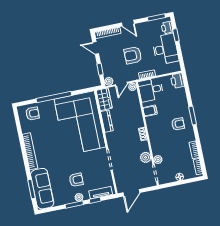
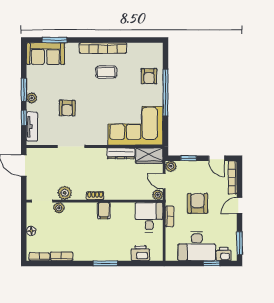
door: (96, 48) -> (217, 158), swing flipped
printer: (177, 81) -> (140, 253), moved
filing cabinet: (150, 111) -> (104, 211), moved
armchair: (32, 114) -> (149, 76), moved
corner sofa: (80, 123) -> (135, 126), width x0.73, depth x0.74
armchair: (178, 124) -> (99, 243), removed
coffee table: (48, 145) -> (106, 72), added
armchair: (76, 180) -> (67, 108), moved
sofa: (42, 189) -> (45, 54), width x0.73

